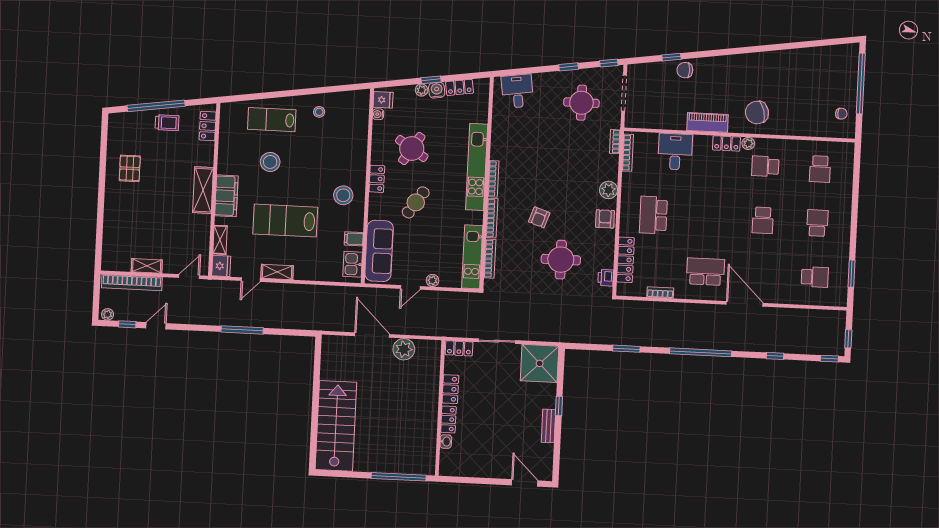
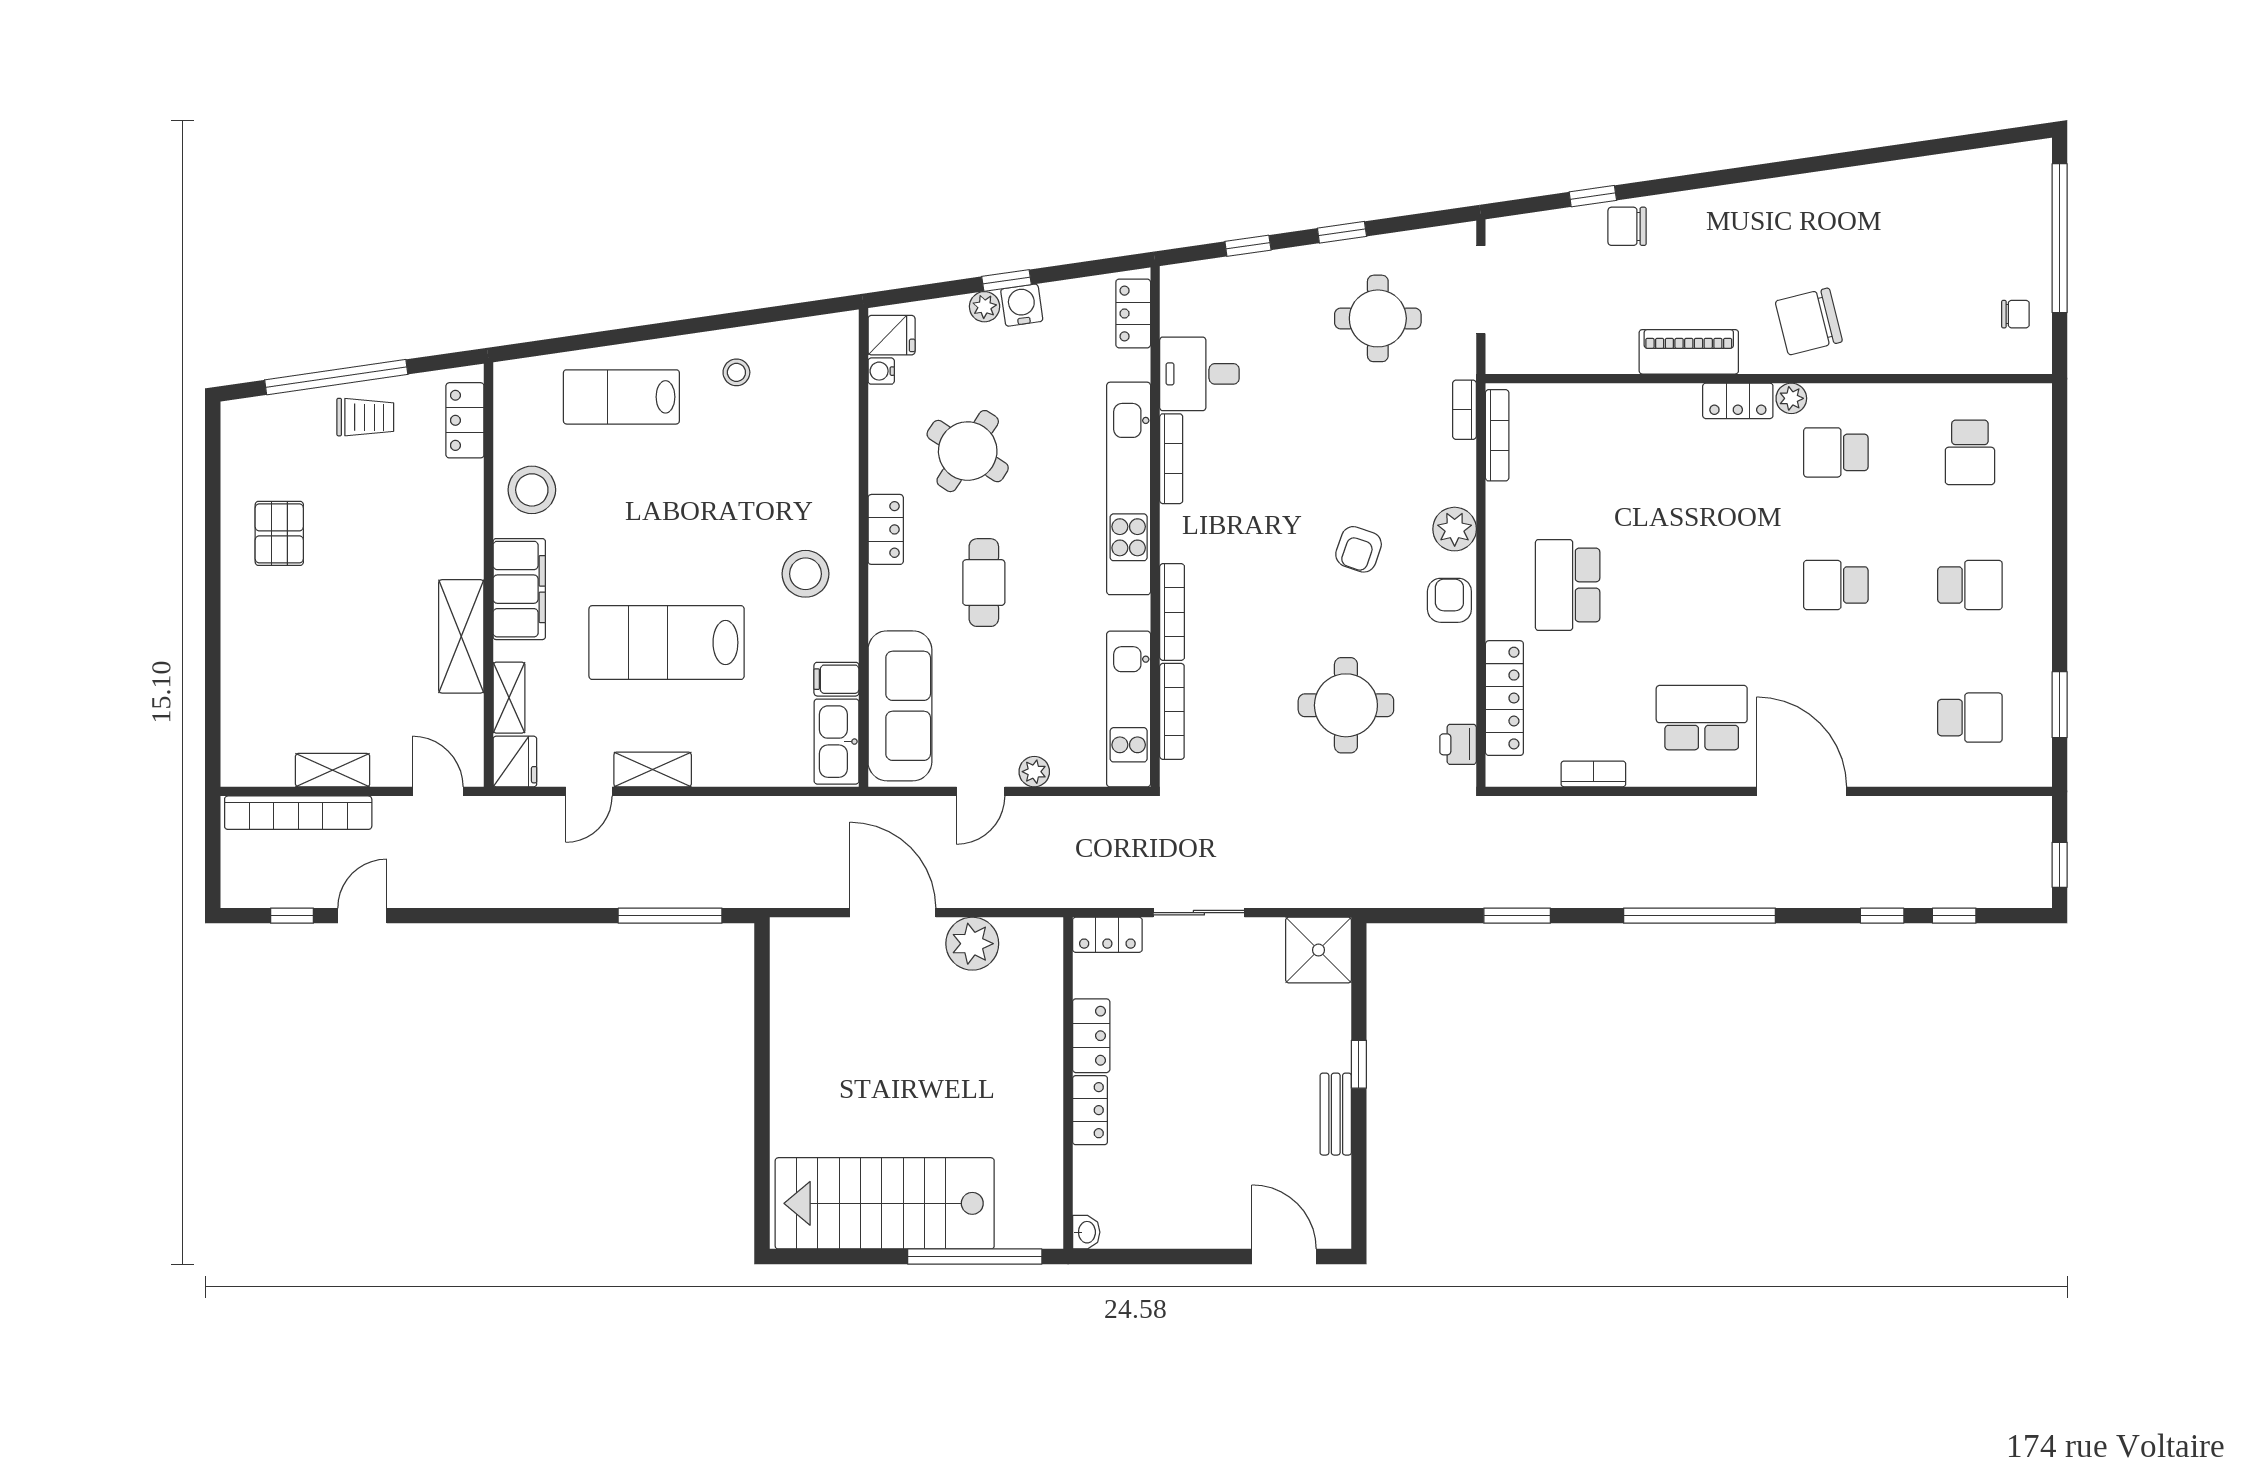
window: (609, 63) -> (1248, 246), moved
locker: (460, 87) -> (1133, 313), moved, turned 98
desk: (517, 91) -> (1199, 374), moved, turned -82
desk: (675, 152) -> (1613, 427), removed
stool: (270, 162) -> (532, 490), moved
bookcase: (493, 179) -> (1171, 459), moved
shelving: (203, 190) -> (461, 636), moved
cafe table: (416, 202) -> (984, 583), turned -34
armchair: (539, 217) -> (1359, 549), moved
school desk: (763, 220) -> (1836, 585), turned 90
school desk: (817, 223) -> (1970, 585), turned 90
kitchen sink: (353, 264) -> (837, 742), width x1.38
door: (189, 277) -> (438, 791), hinge flipped
plant: (108, 314) -> (242, 894), removed
window: (242, 330) -> (670, 916), moved
window: (829, 359) -> (1954, 916), moved
shower: (540, 363) -> (1318, 950), width x0.73, depth x0.73
stairs: (336, 426) -> (885, 1203), moved, turned -90
washbasin: (446, 442) -> (1086, 1232), moved

